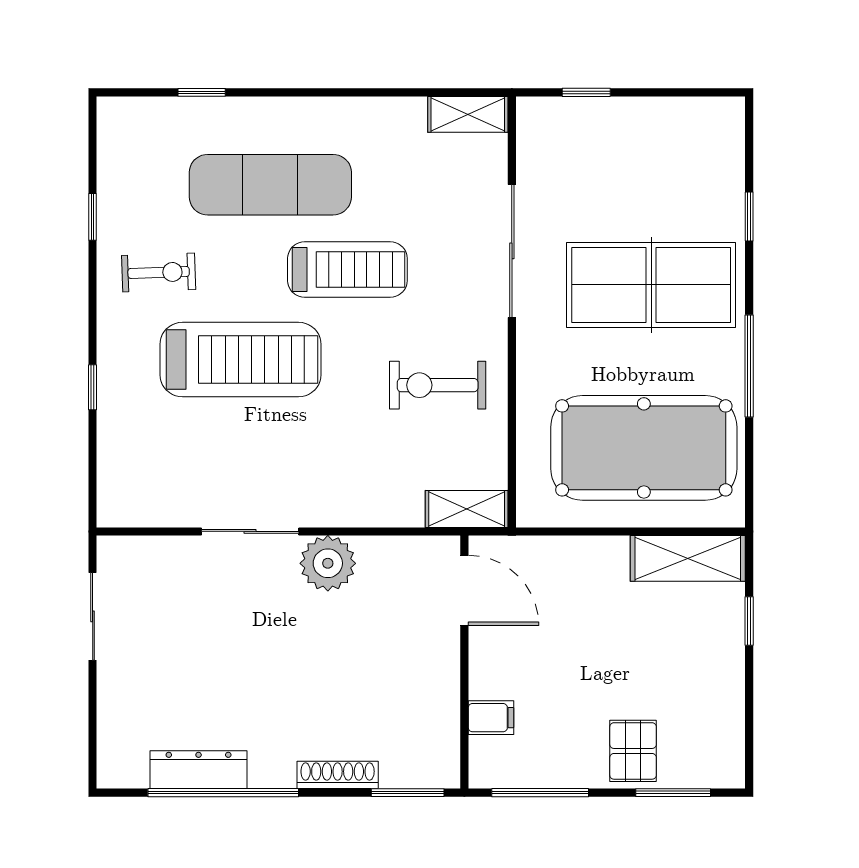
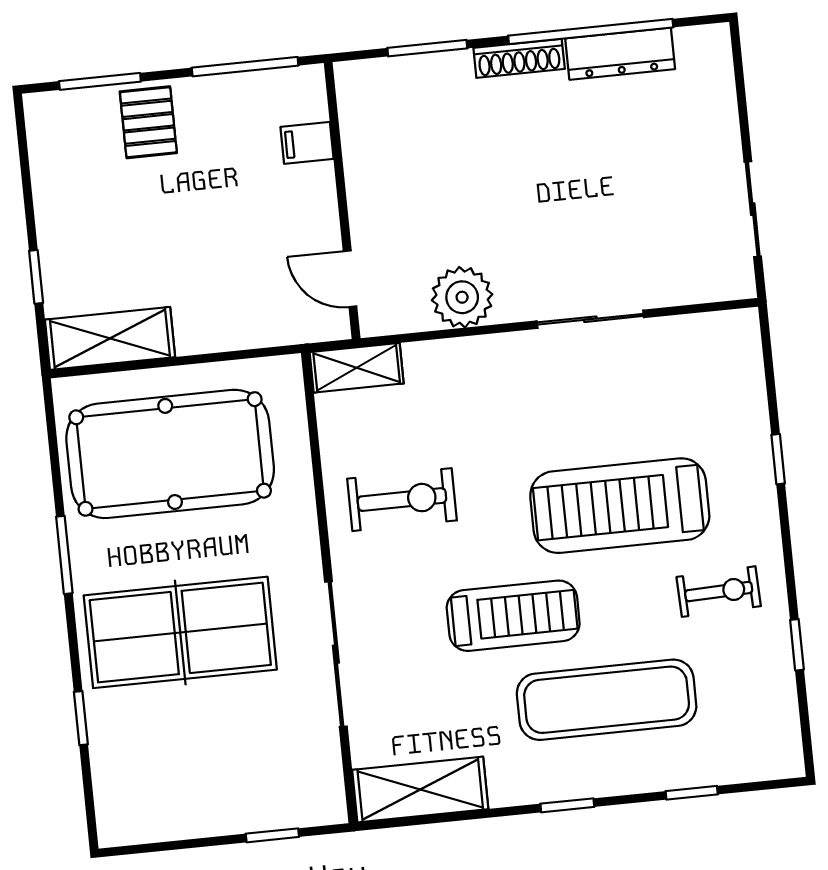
window: (316, 92) -> (567, 805), added
shelving: (468, 114) -> (420, 789), width x1.50, depth x1.33
treadmill: (347, 270) -> (513, 616), turned 180
exercise bike: (159, 272) -> (719, 592), turned 180
window: (749, 366) -> (64, 555), width x0.69
plant: (328, 563) -> (462, 297), moved
door: (464, 590) -> (350, 279), width x0.73
shoe rack: (338, 775) -> (519, 58), moved
window: (408, 793) -> (427, 48), moved

